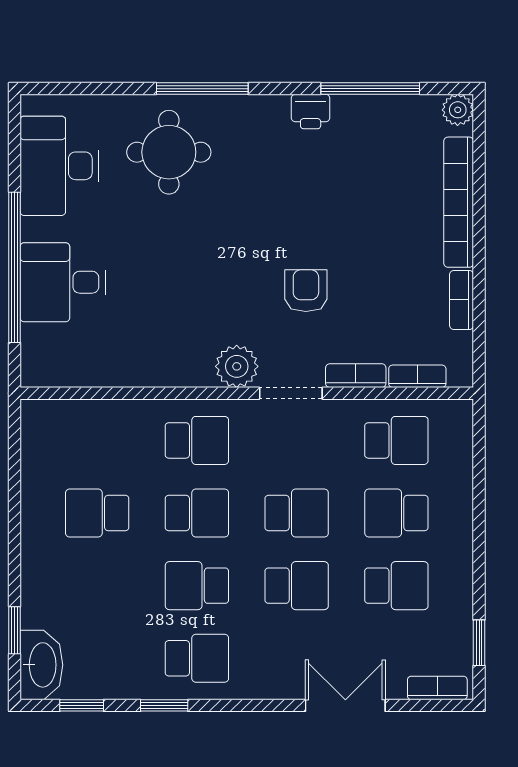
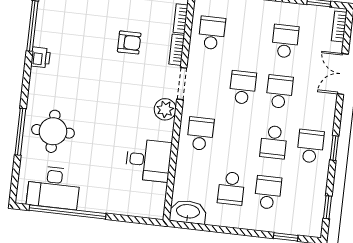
window: (202, 89) -> (20, 132), moved
window: (14, 267) -> (68, 212), moved
desk: (63, 282) -> (148, 160), moved, turned -90
armchair: (306, 291) -> (129, 43), moved, turned 180
school desk: (197, 513) -> (268, 193), moved
school desk: (396, 513) -> (248, 37), removed
washbasin: (41, 665) -> (188, 212), moved
window: (164, 705) -> (334, 148), moved

